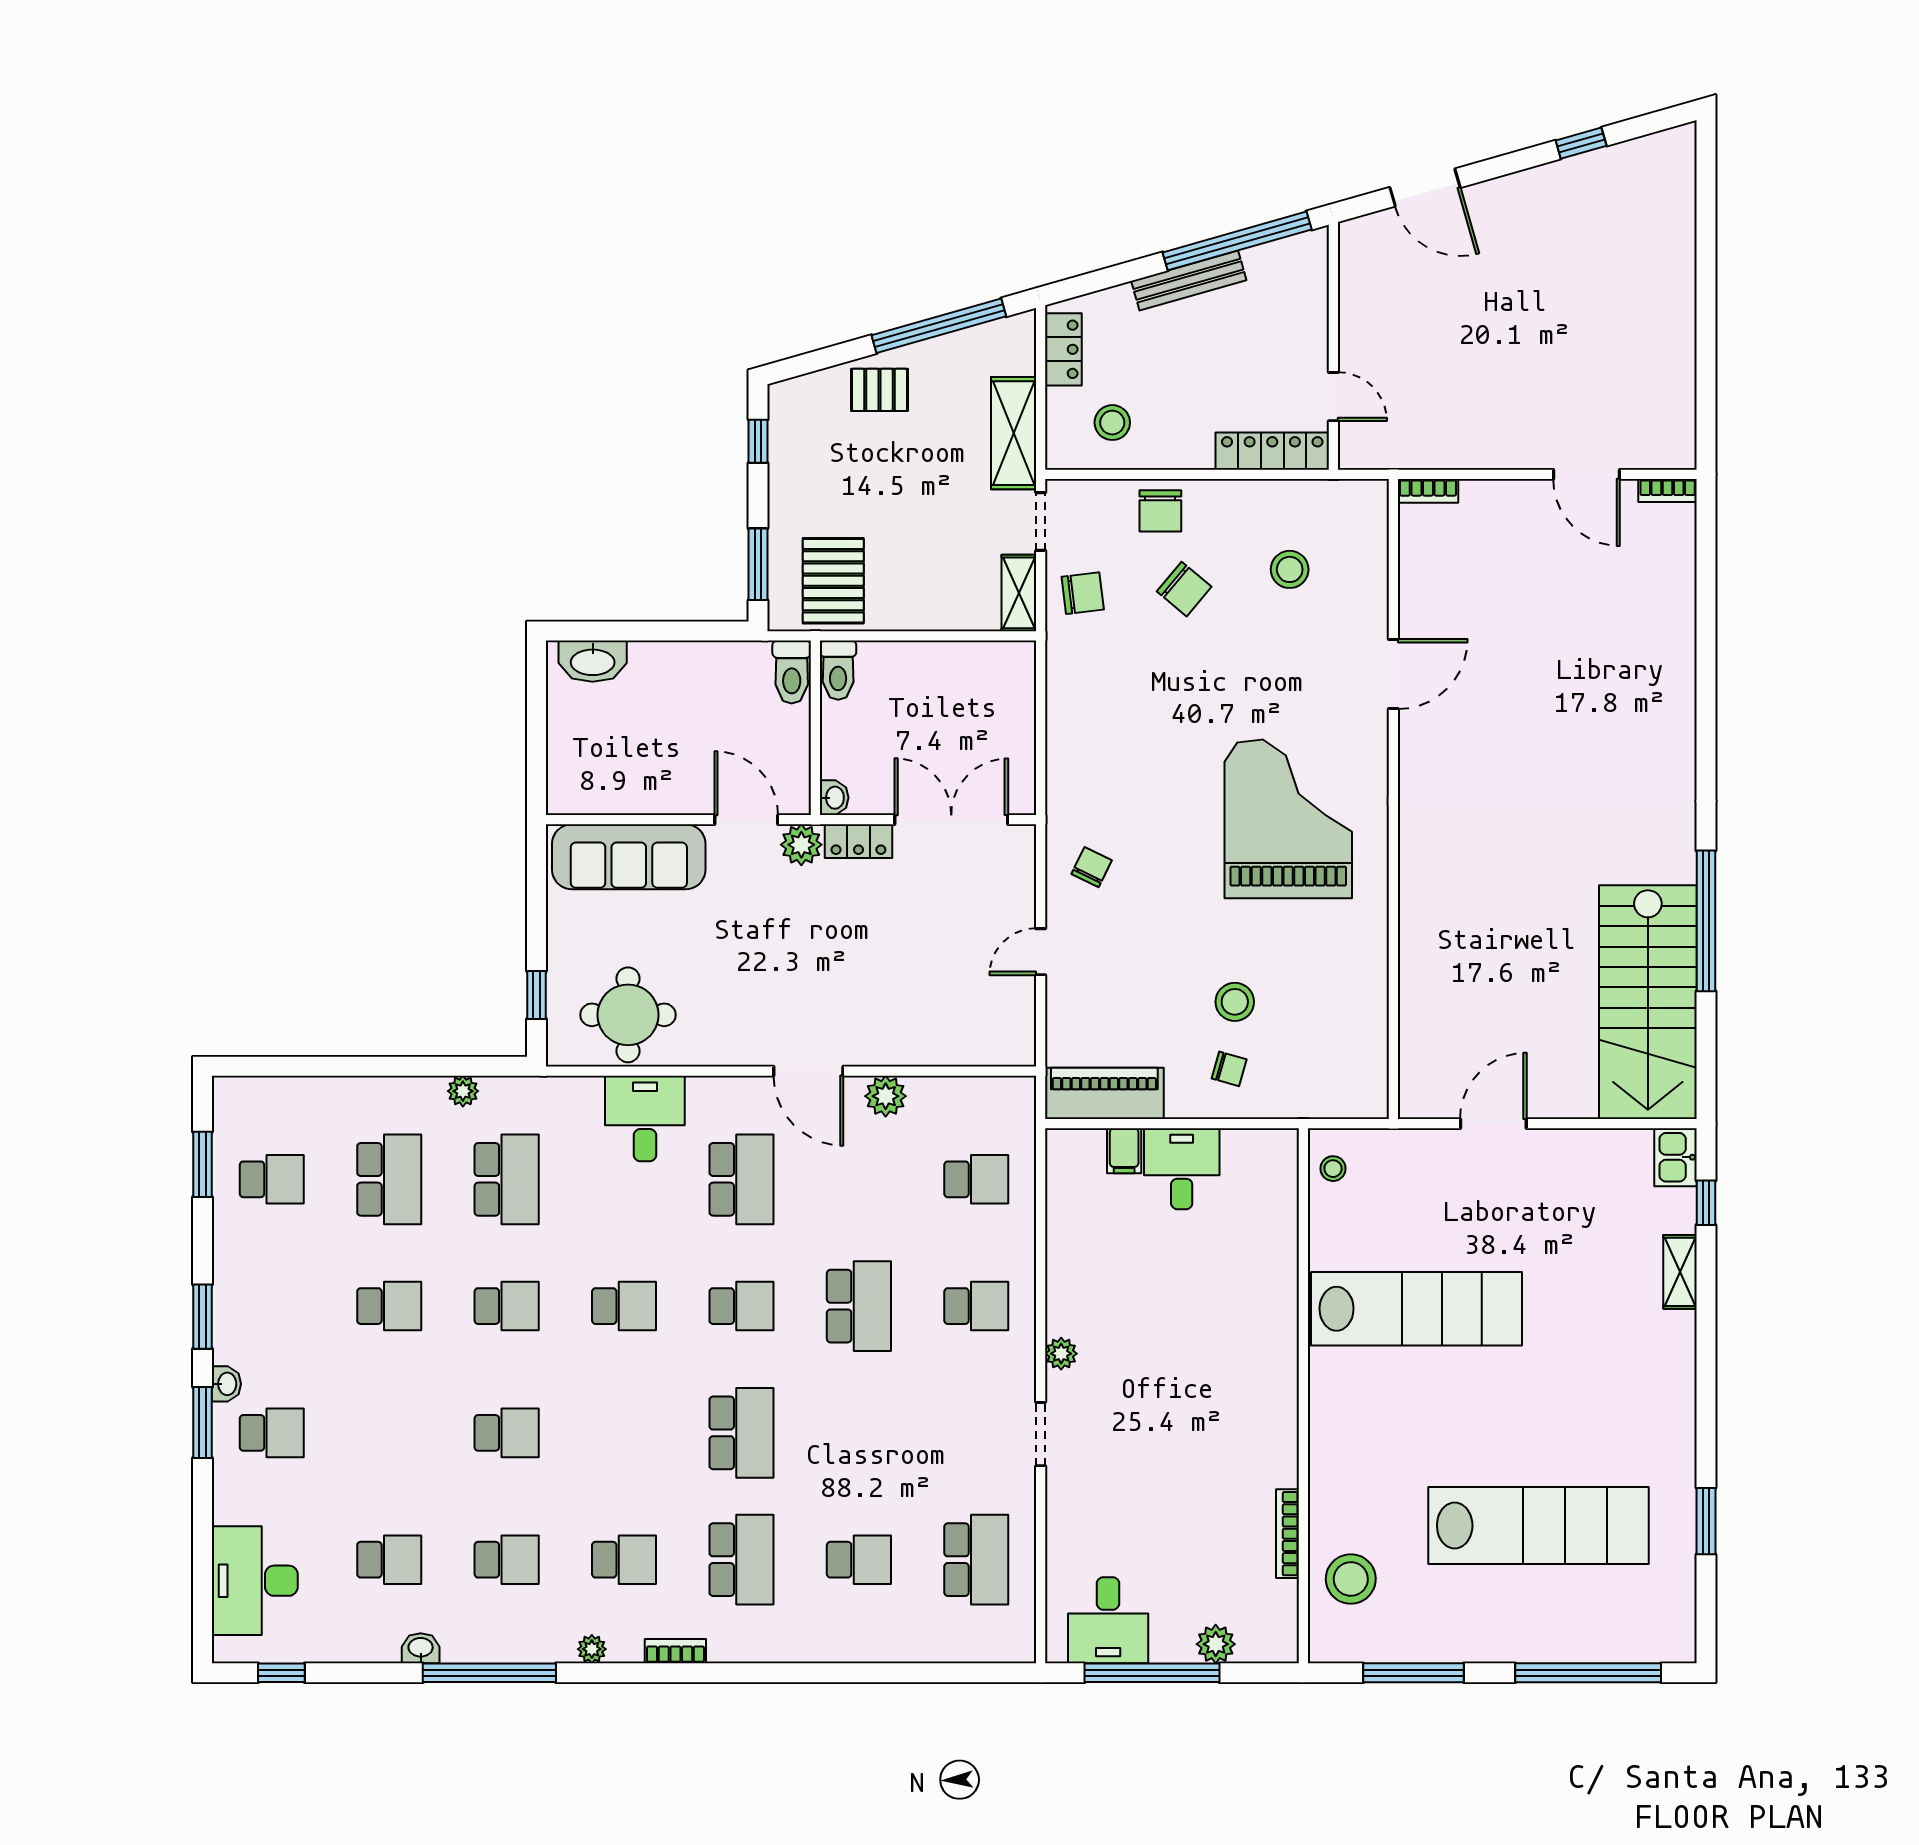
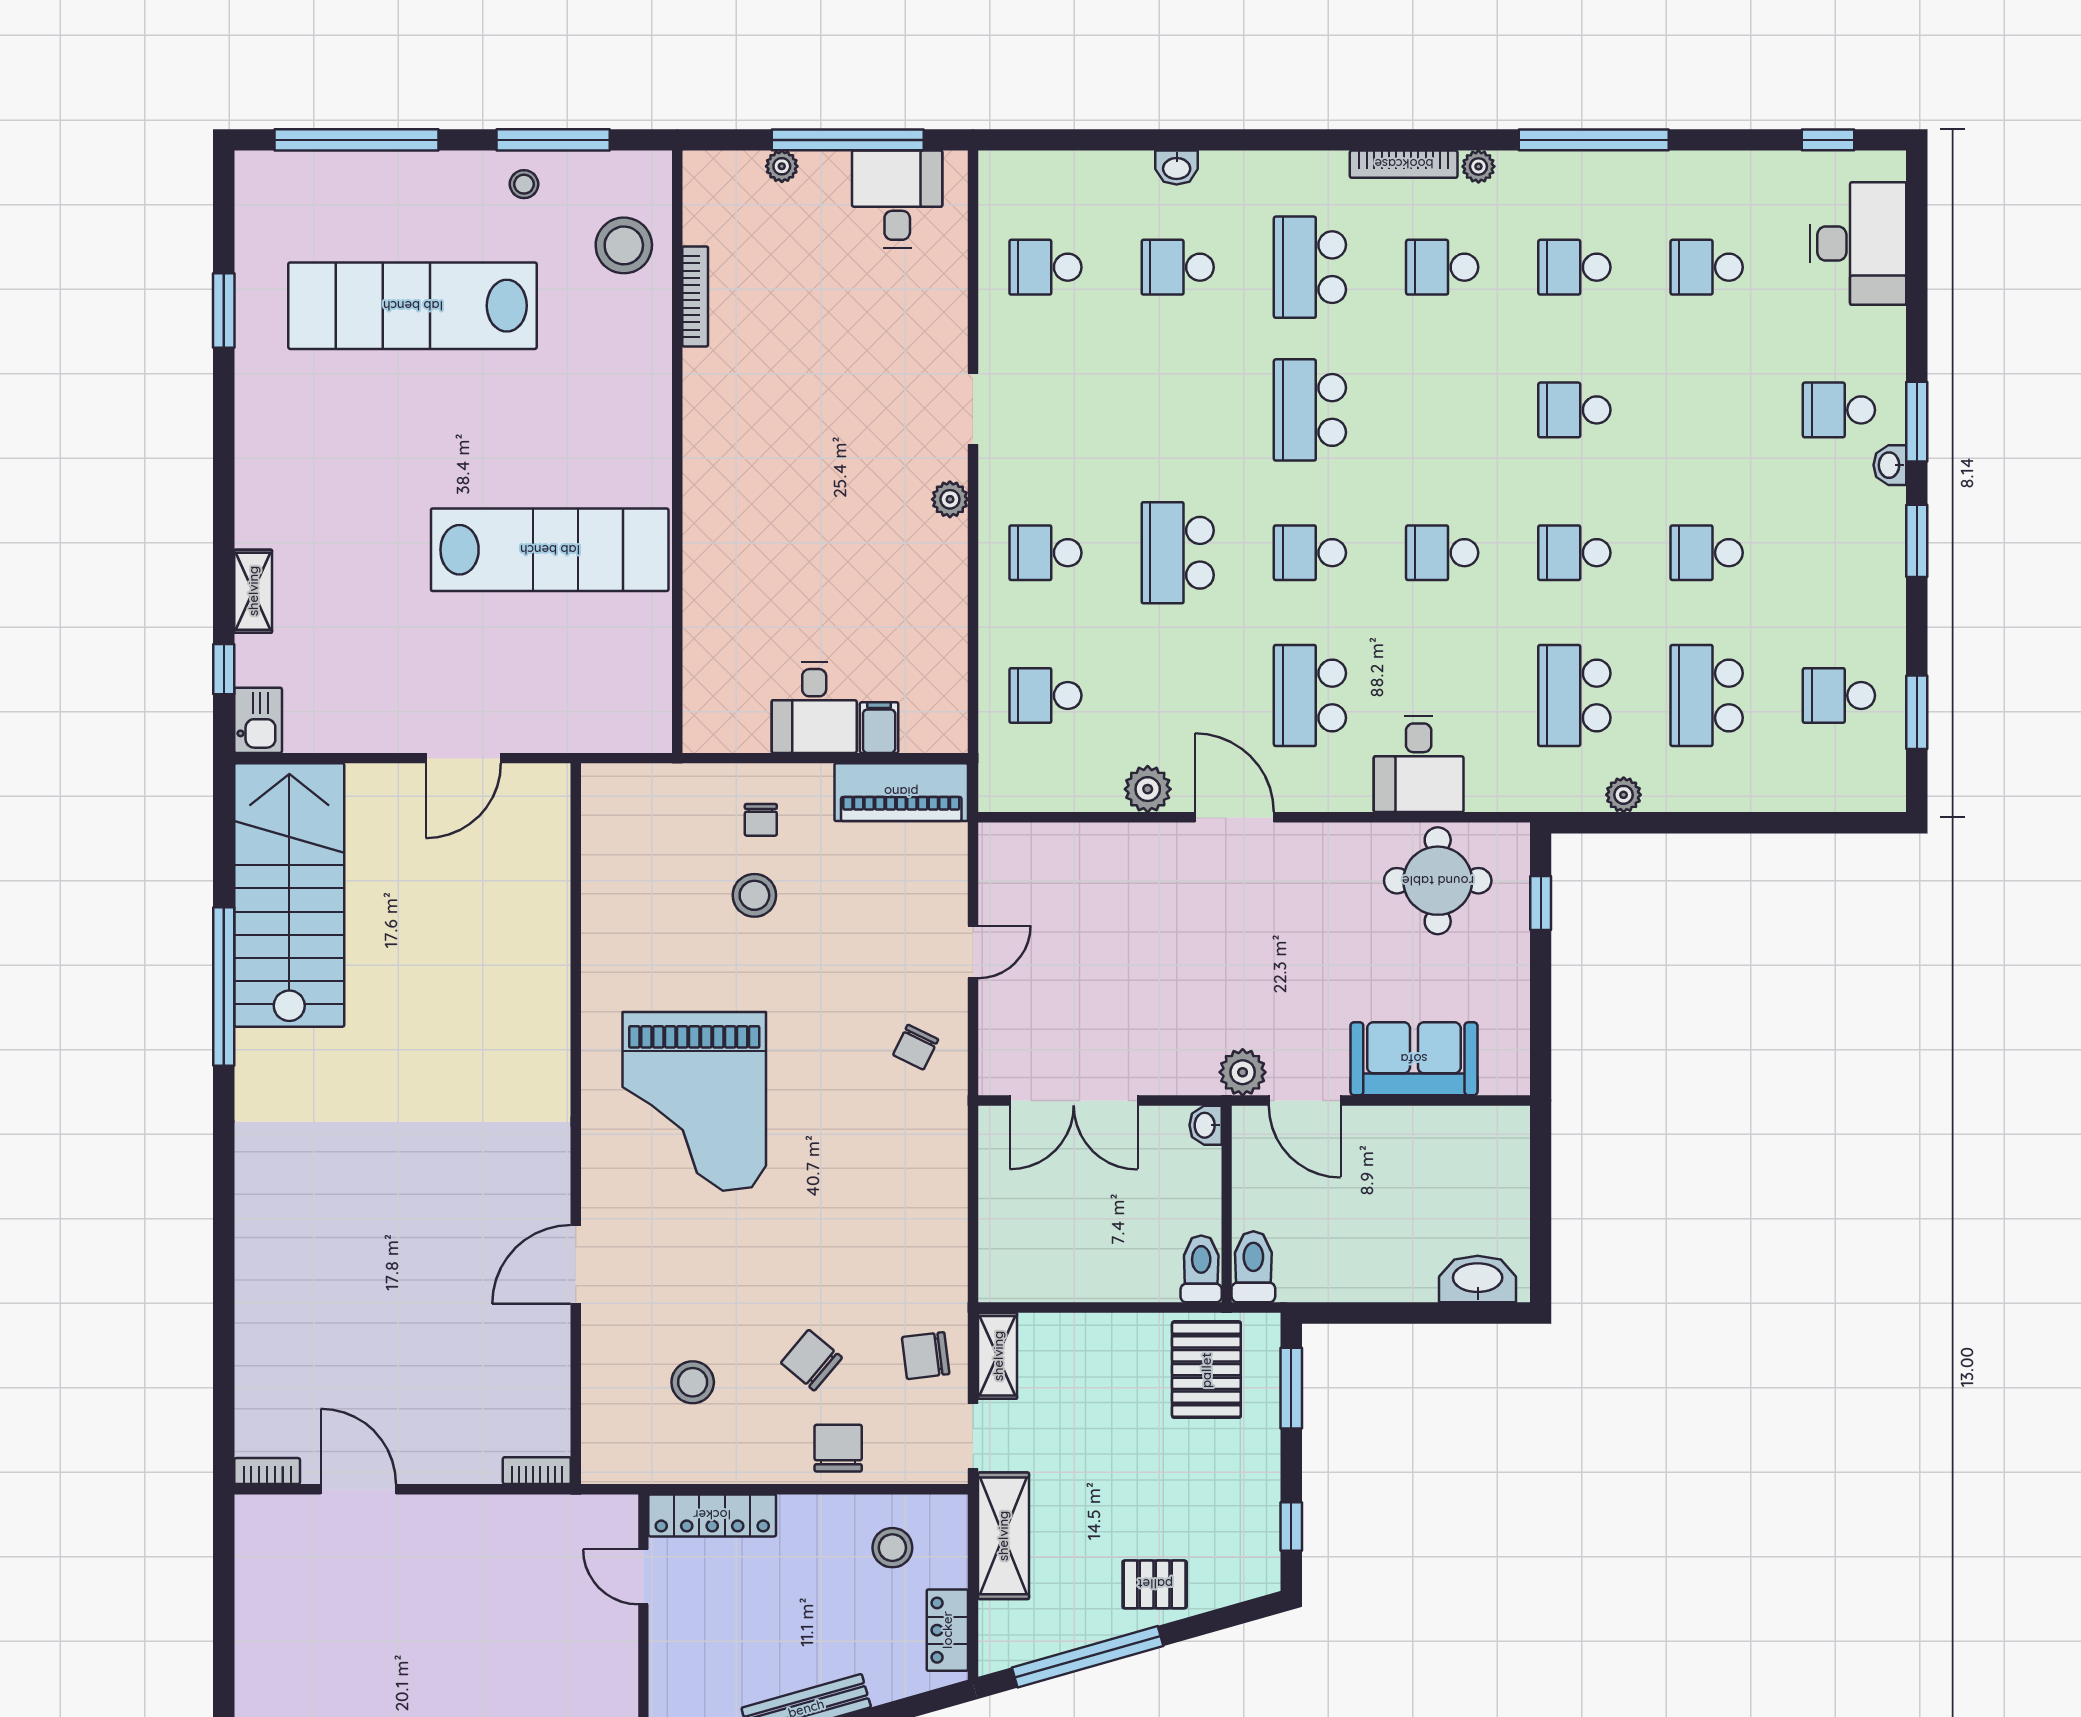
locker: (858, 841) -> (1178, 1076), removed
sofa: (629, 857) -> (1414, 1059), width x0.73
chair: (1229, 1069) -> (761, 820), turned -106
stool: (1333, 1169) -> (524, 184), moved
lab bench: (1417, 1309) -> (550, 550), turned 180
school desk: (976, 1560) -> (1045, 267), width x0.54
plant: (1216, 1644) -> (782, 166), width x0.73, depth x0.73
washbasin: (421, 1648) -> (1177, 168), moved
bookcase: (675, 1651) -> (1404, 164), width x1.56

